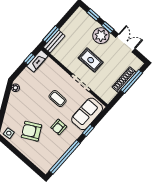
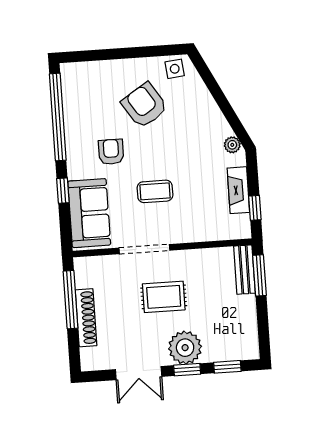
fireplace: (37, 61) -> (238, 190), moved
window: (132, 81) -> (71, 300), moved
armchair: (31, 131) -> (145, 105), turned -95

